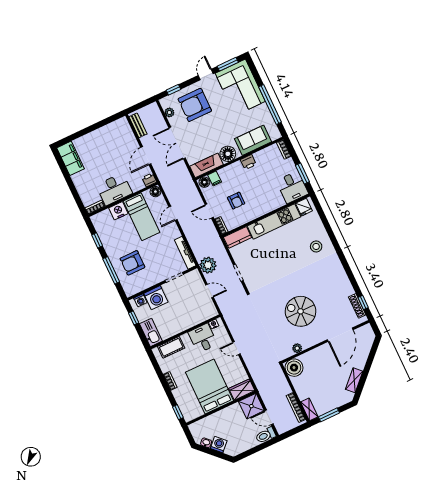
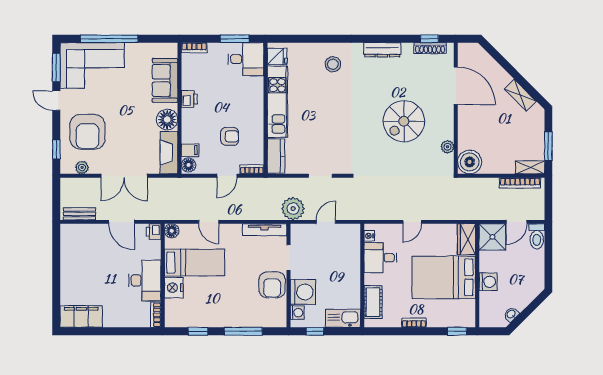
window: (270, 104) -> (109, 39), moved
armchair: (132, 263) -> (272, 285), moved
dresser: (341, 275) -> (382, 50), added
washing machine: (219, 445) -> (488, 282), moved, turned 135

